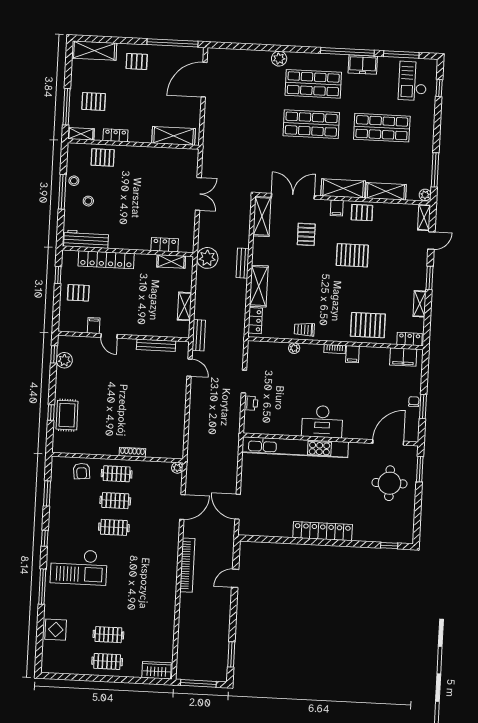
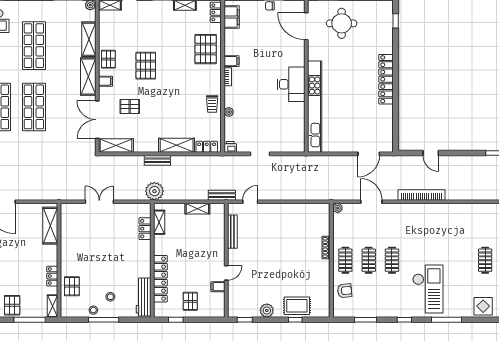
pallet: (94, 101) -> (12, 305), moved
plant: (64, 360) -> (267, 310), moved
printer: (251, 403) -> (230, 147), moved

